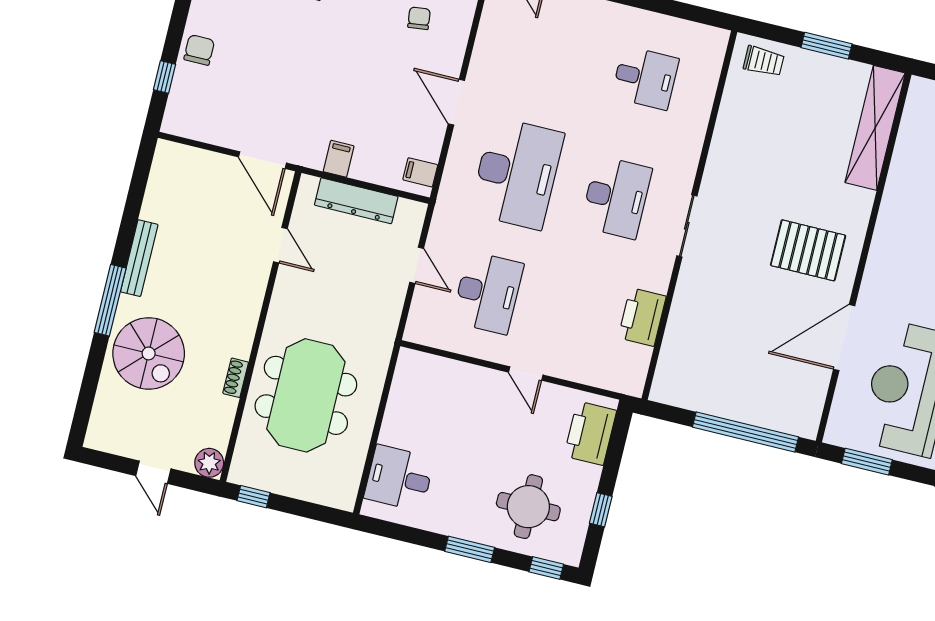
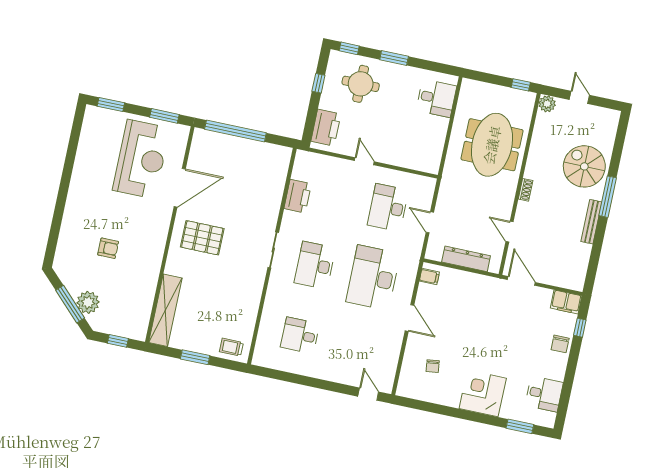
filing cabinet: (339, 159) -> (566, 302), moved, width x2.00
shoe rack: (236, 378) -> (526, 190), moved

